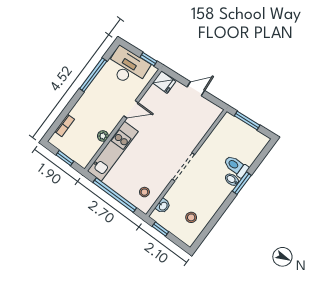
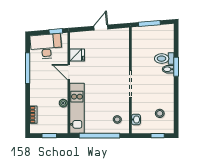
fridge: (164, 82) -> (77, 55), moved
door: (131, 109) -> (69, 72), swing flipped
window: (160, 229) -> (158, 136), moved

